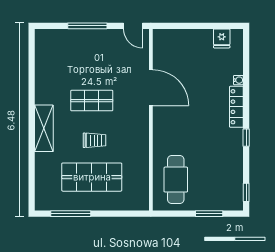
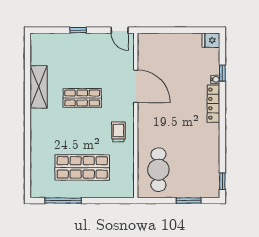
window: (87, 26) -> (78, 30), width x0.46
fridge: (222, 38) -> (211, 40), moved, turned 90
shelving: (44, 128) -> (39, 87), moved
window: (246, 138) -> (222, 73), moved
trolley: (94, 140) -> (118, 132), moved, turned -90

